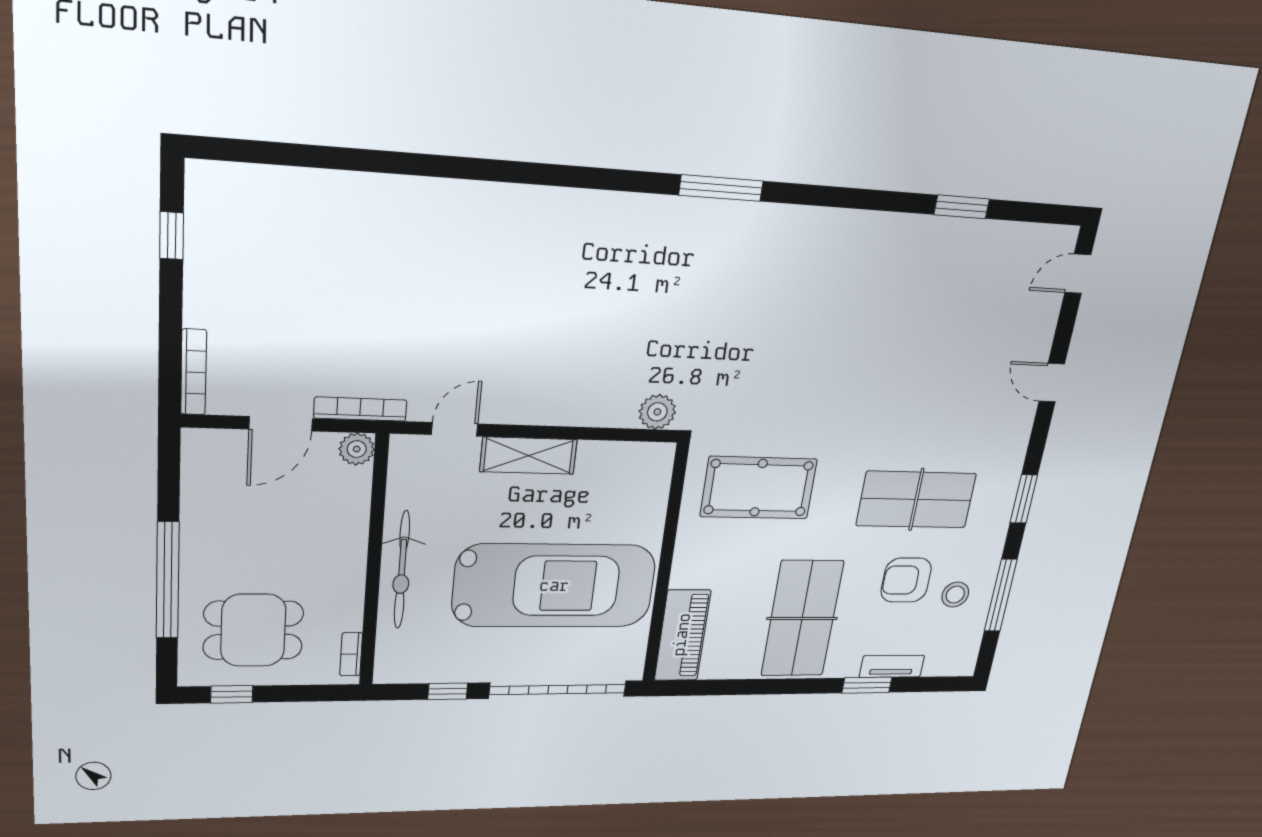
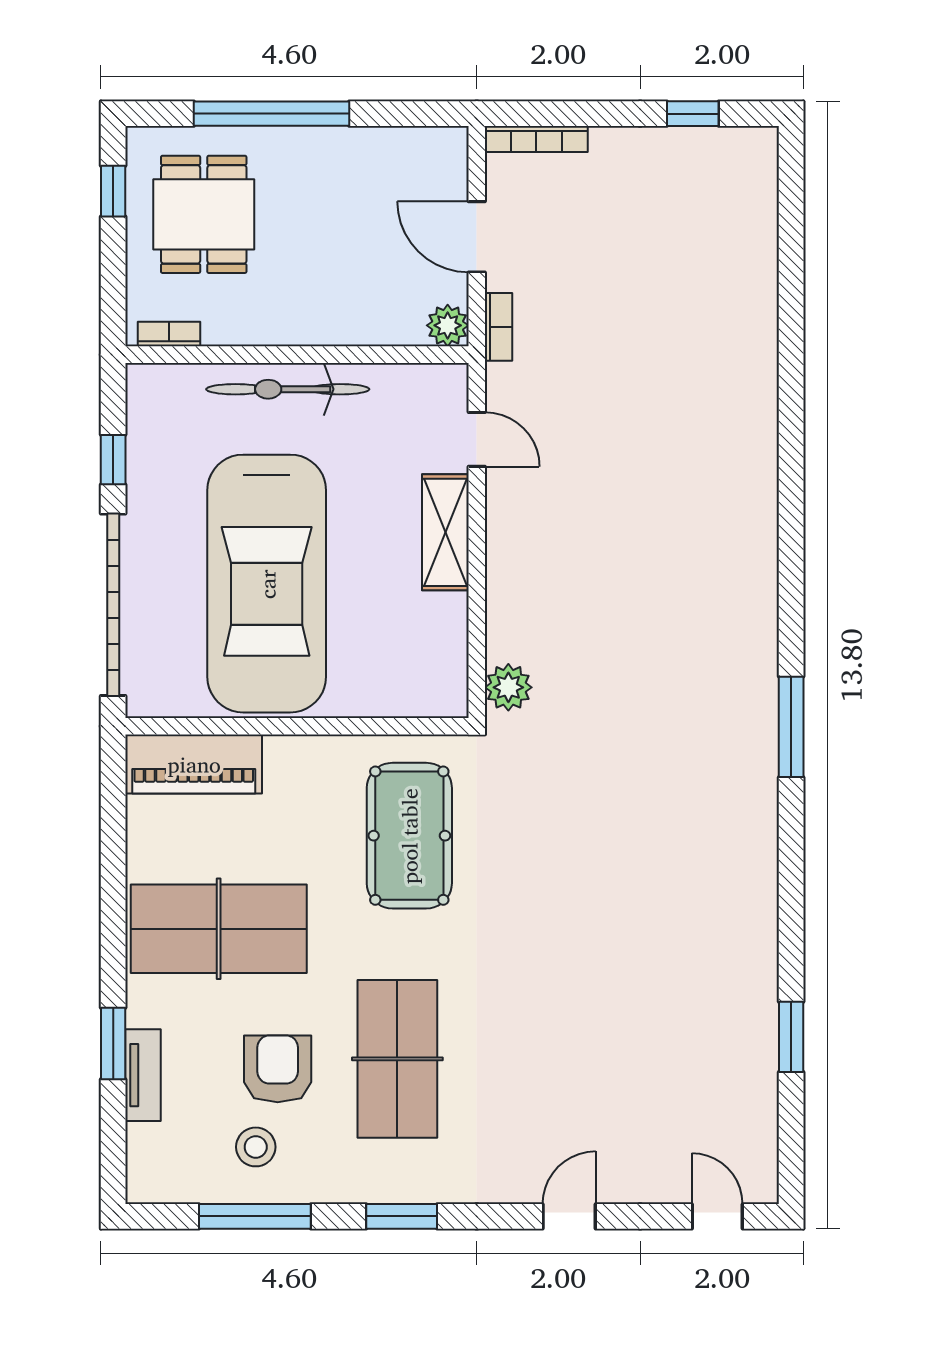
bookcase: (360, 409) -> (498, 327), width x0.64

